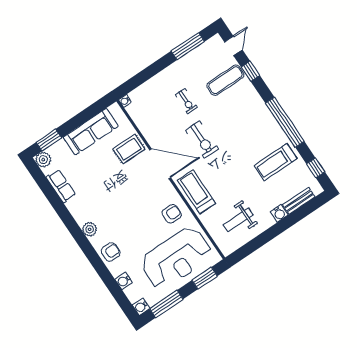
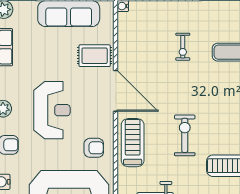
exercise bike: (202, 140) -> (185, 135), moved, turned 180
reception desk: (125, 207) -> (52, 110), added

